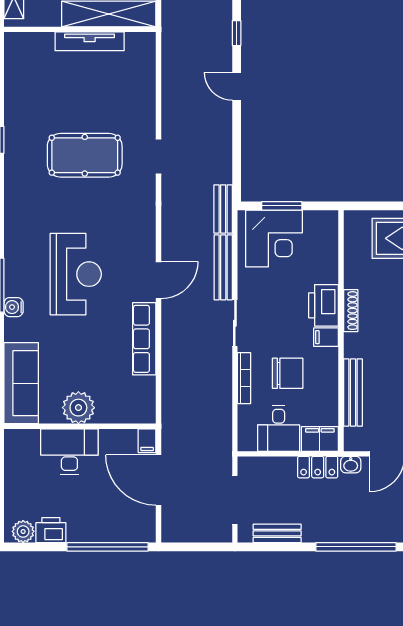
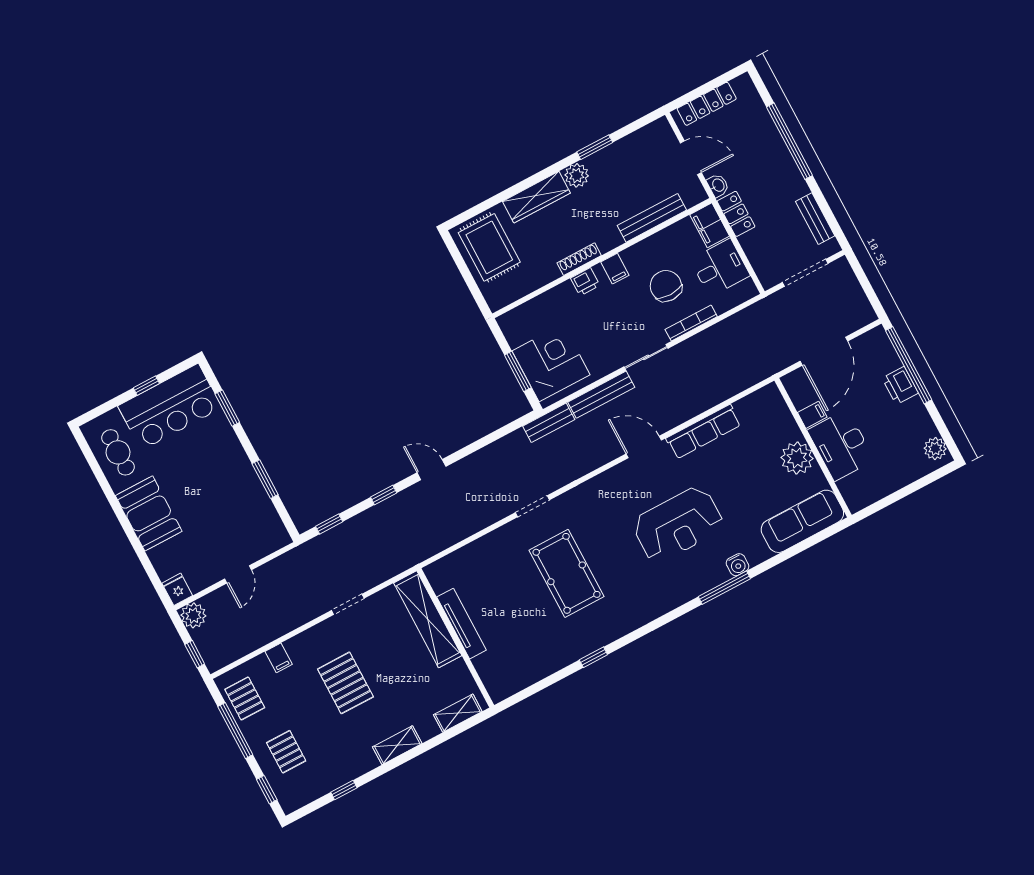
door: (237, 86) -> (431, 470), swing flipped
reception desk: (76, 274) -> (678, 524), turned 180
printer: (323, 305) -> (585, 282), width x0.53, depth x0.68
filing cabinet: (147, 441) -> (812, 415), moved
printer: (51, 530) -> (900, 386), moved

